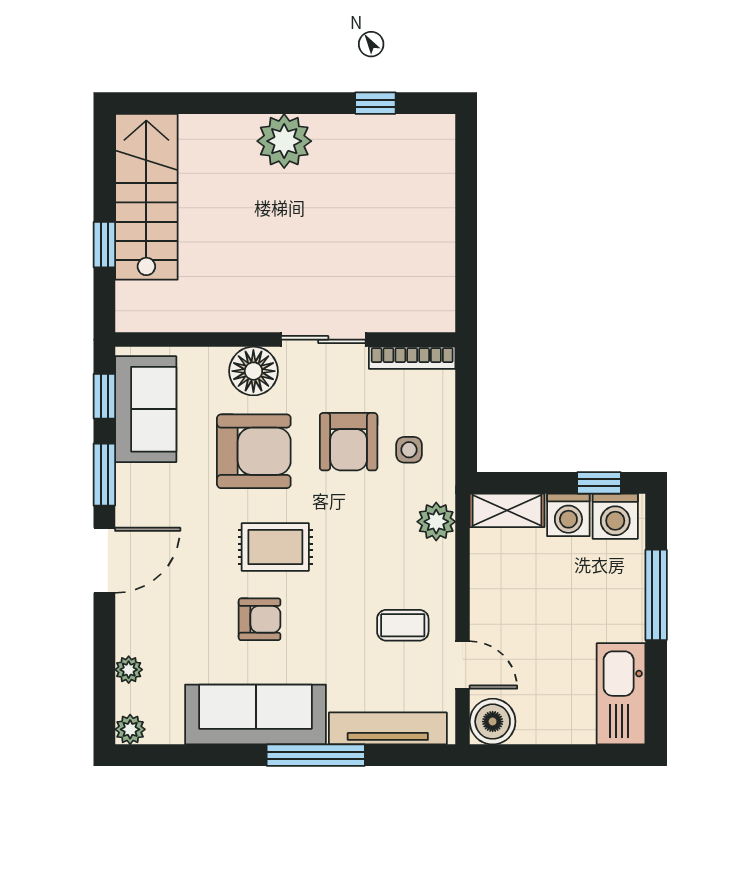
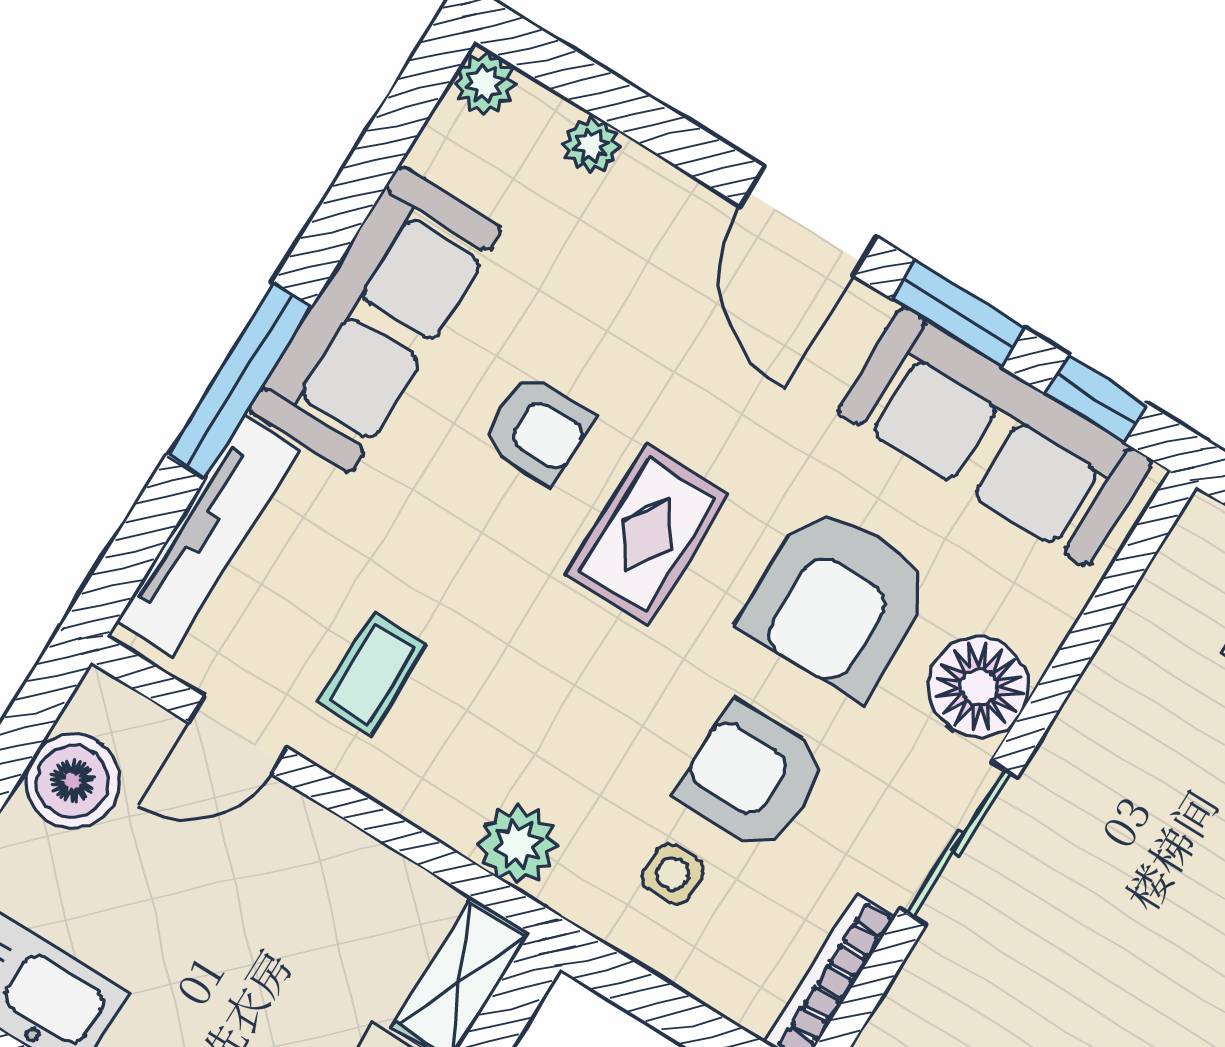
sofa: (146, 409) -> (995, 436), width x1.36
armchair: (260, 619) -> (537, 429), turned -90
boiler: (493, 722) -> (73, 781), moved

